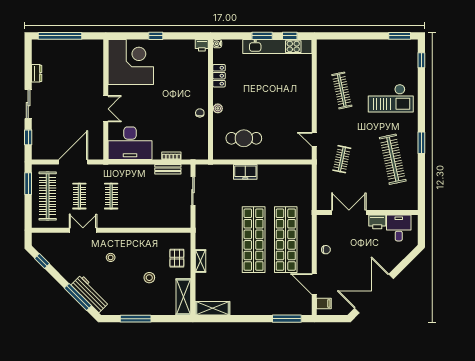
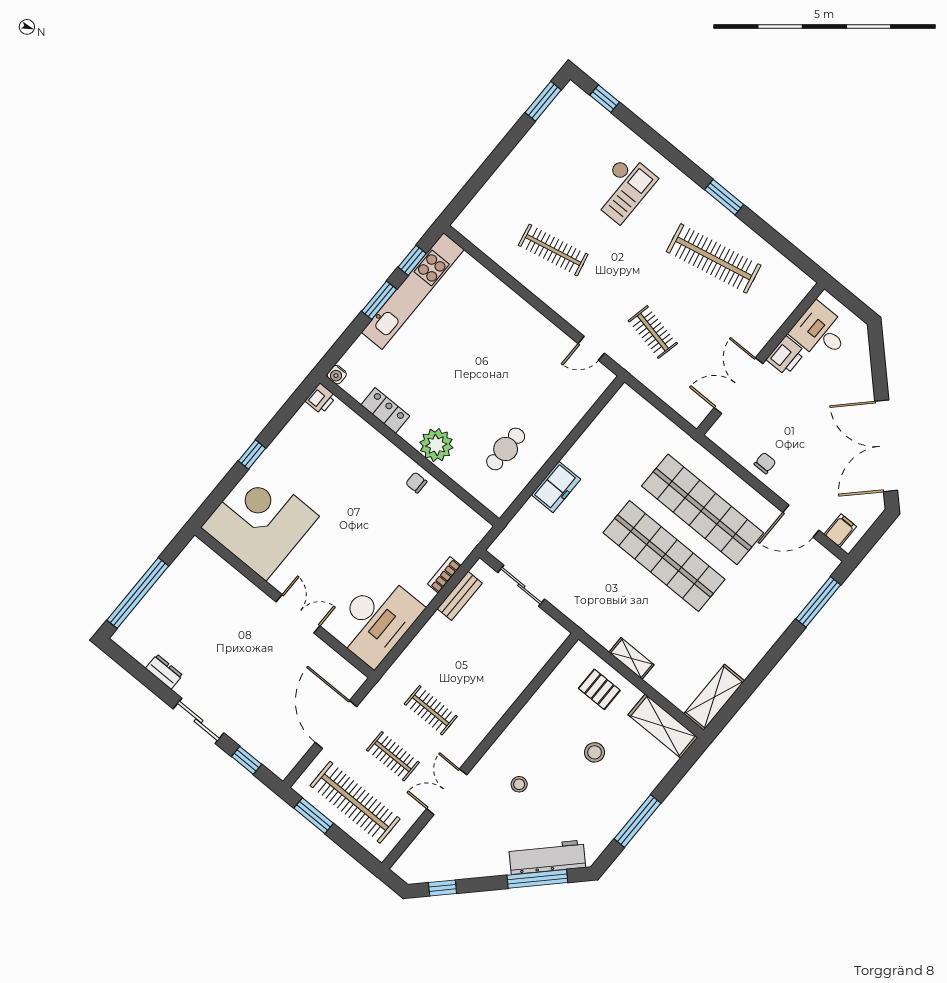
checkout: (391, 98) -> (623, 188), width x0.73, depth x0.83
plant: (218, 108) -> (436, 445), width x1.88, depth x1.88
cafe table: (244, 138) -> (506, 449), width x0.73, depth x0.74

